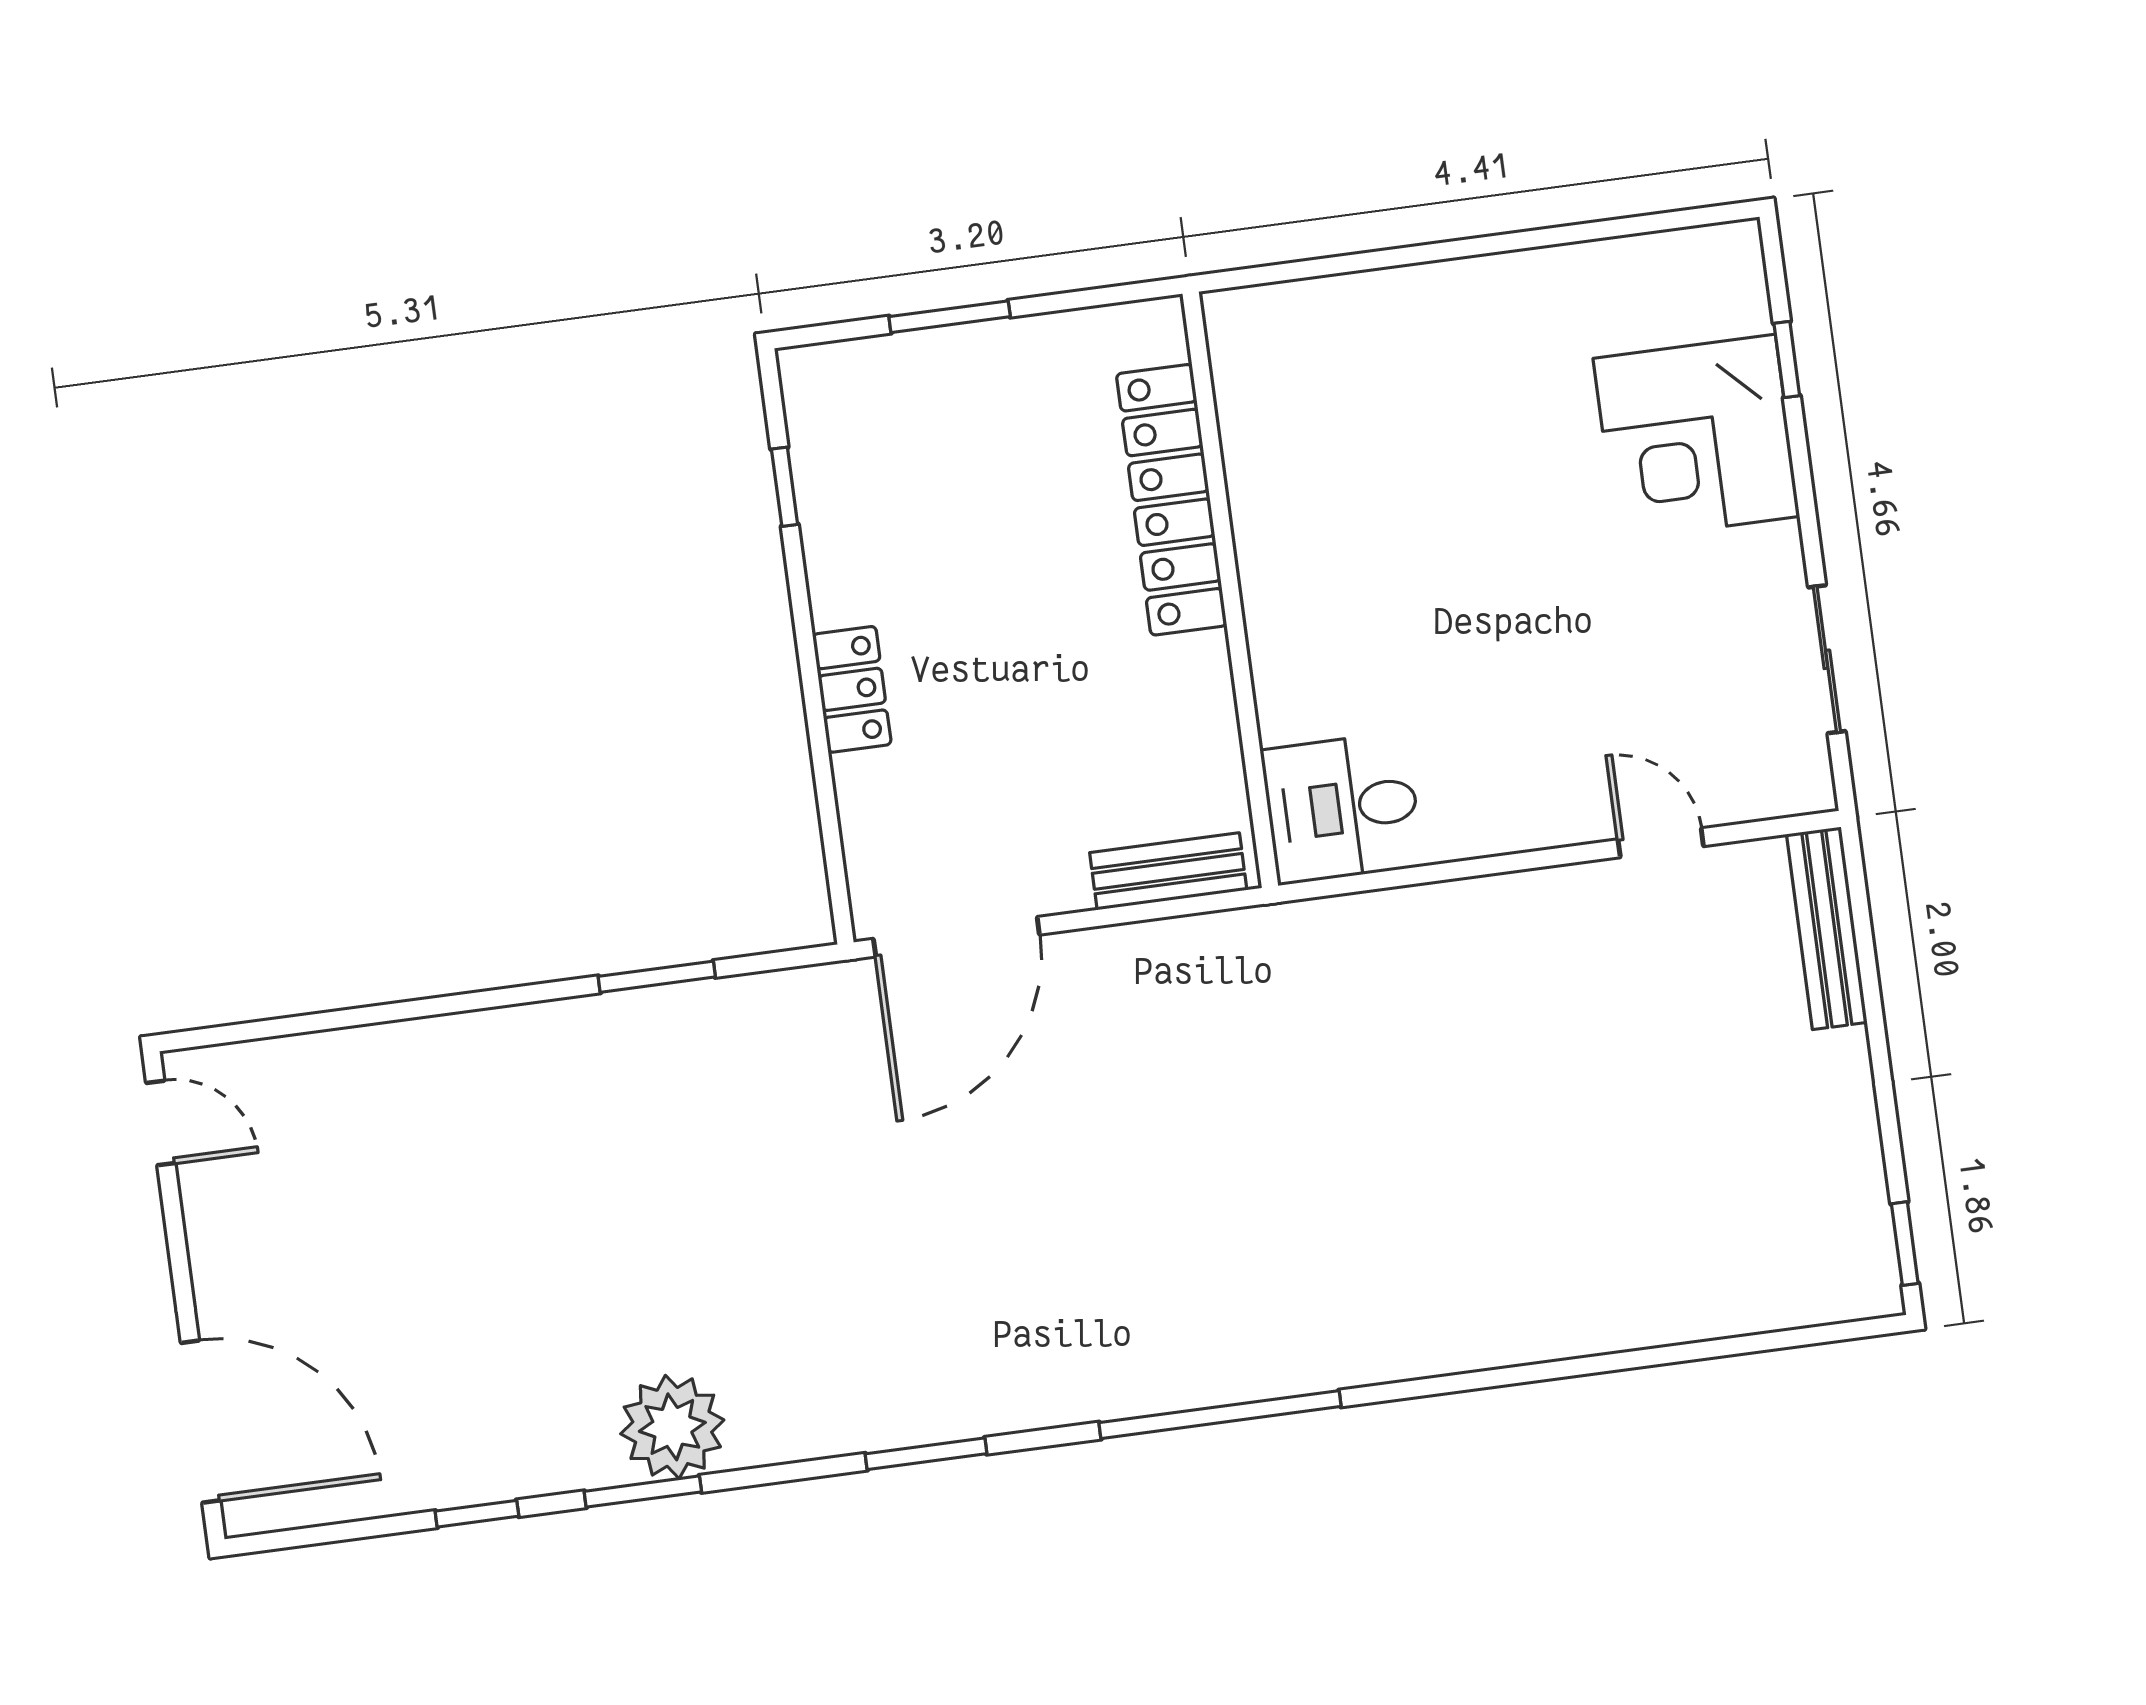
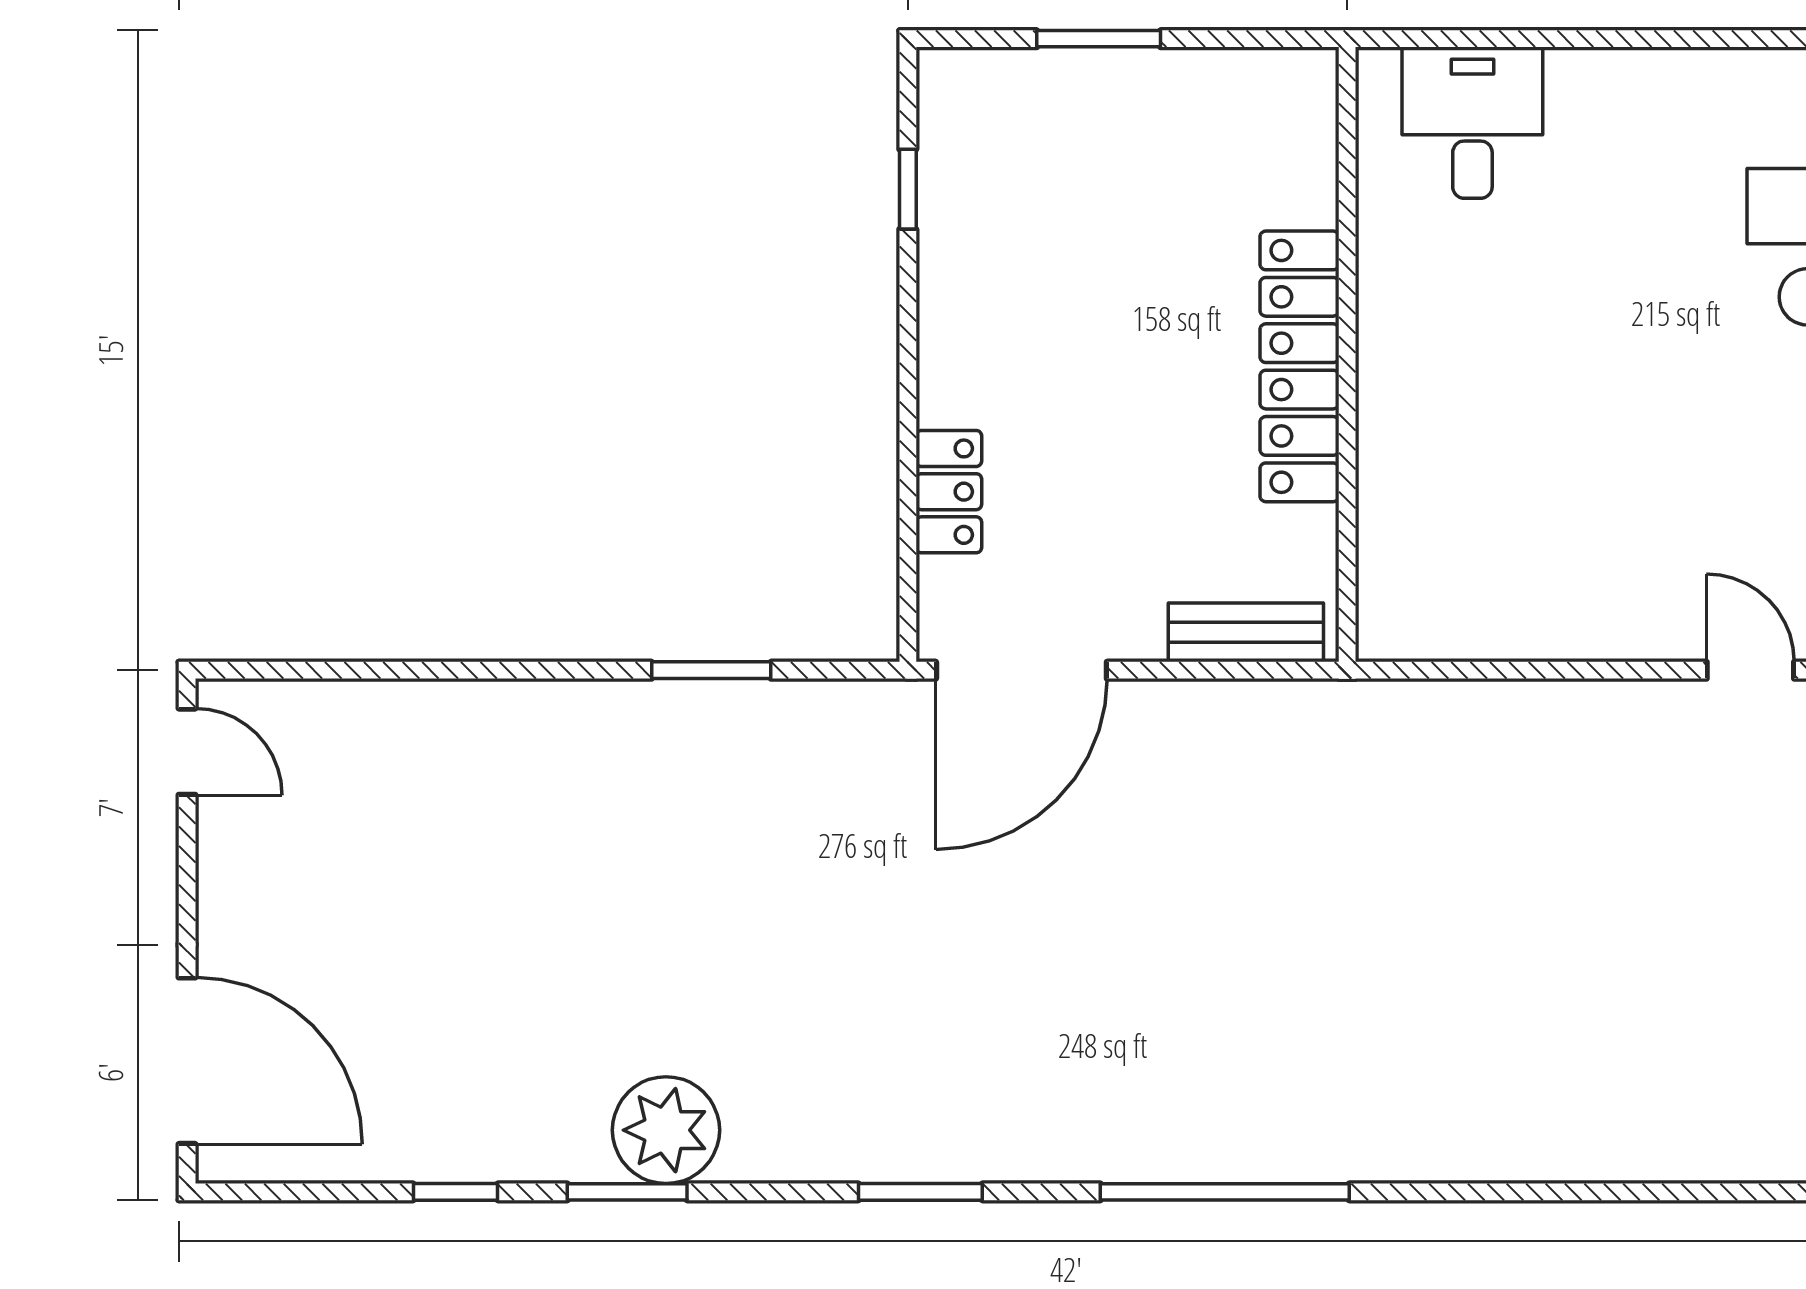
locker: (1172, 500) -> (1299, 366), moved
locker: (852, 689) -> (949, 492), moved
desk: (1342, 808) -> (1472, 123), moved, turned 90

